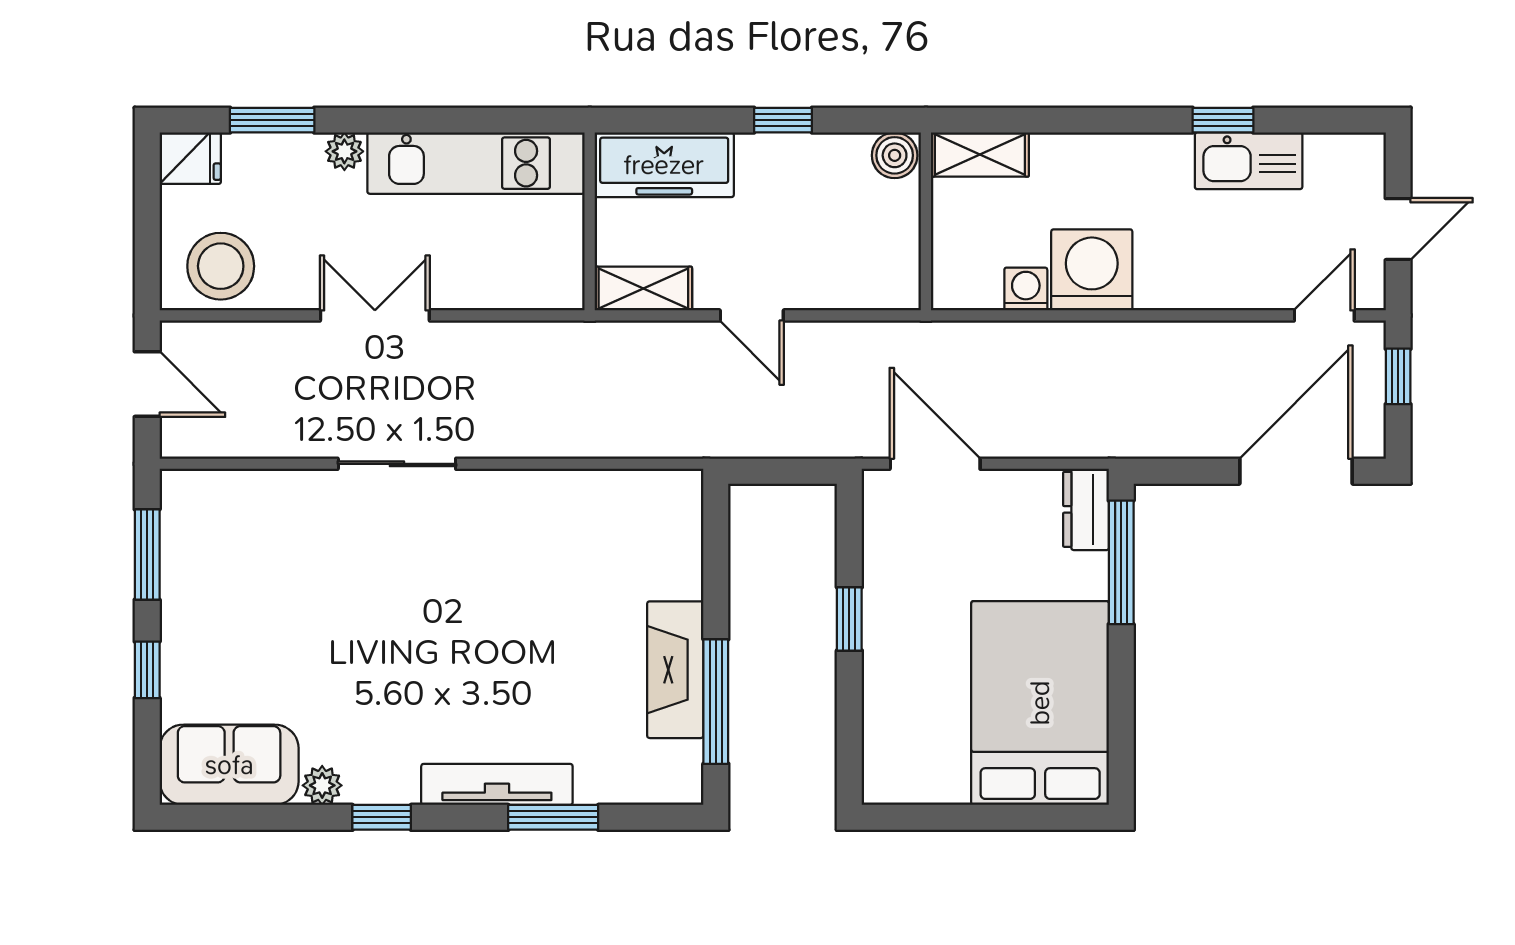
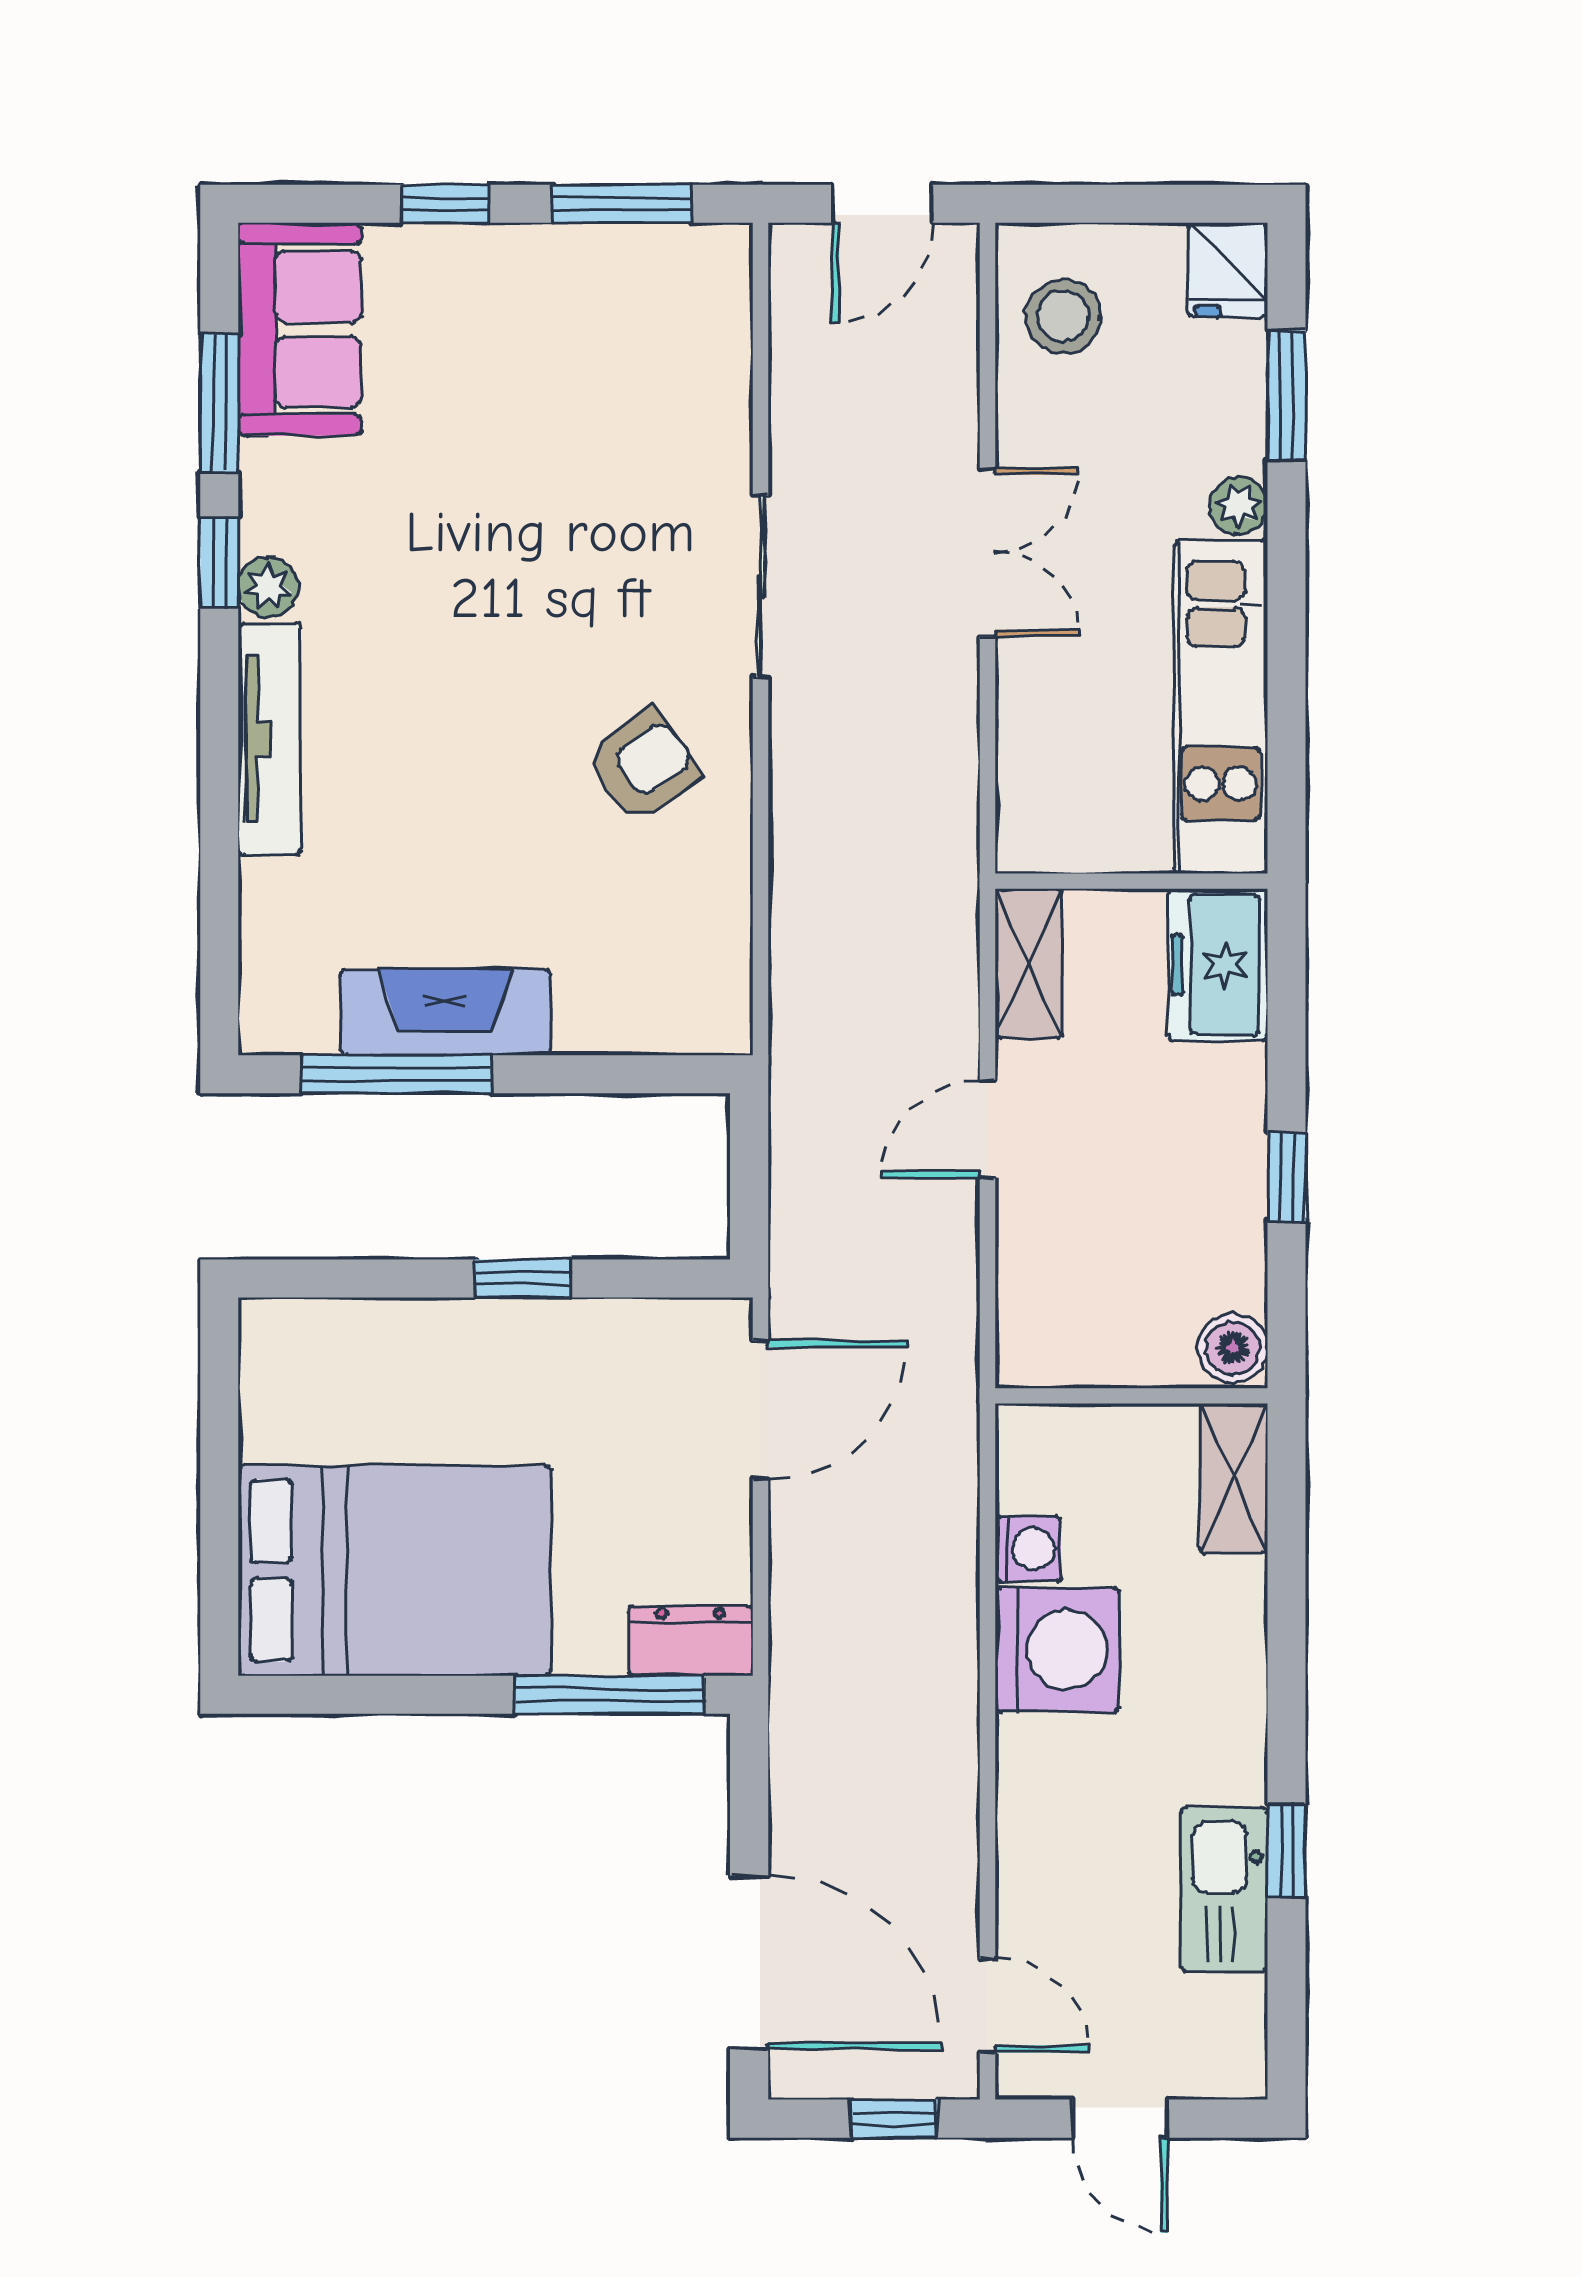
freezer: (664, 165) -> (1218, 965), width x0.71
stool: (221, 266) -> (1063, 316), width x0.73, depth x0.73
armchair: (514, 541) -> (643, 766), added
plant: (322, 785) -> (268, 587), moved
window: (553, 817) -> (219, 403), moved

